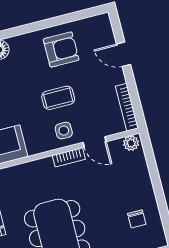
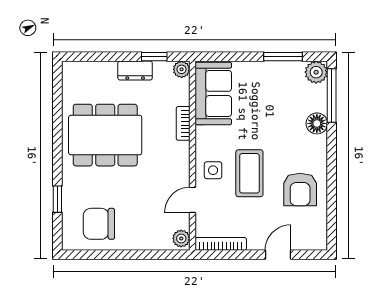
coffee table: (58, 98) -> (249, 173), width x1.36, depth x1.30
bookcase: (69, 157) -> (183, 123), moved
chair: (137, 219) -> (99, 224), width x1.87, depth x1.87

